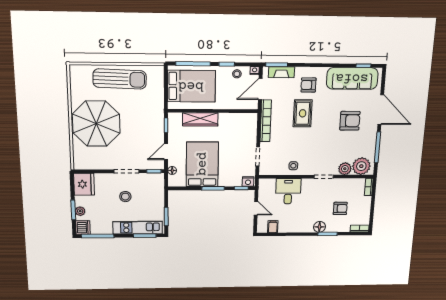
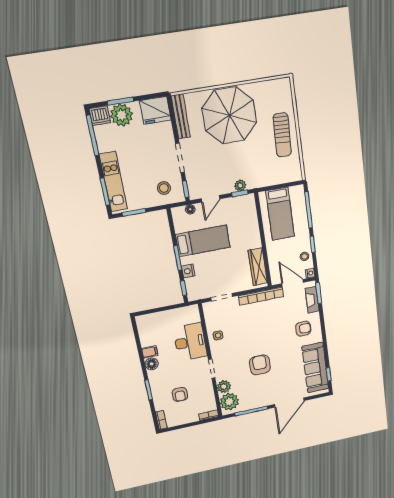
sun lounger: (120, 79) -> (282, 135), width x0.73, depth x0.75
armchair: (308, 85) -> (303, 329), turned 90
bed: (191, 86) -> (280, 214), width x0.67
rug: (303, 113) -> (274, 330), removed
wardrobe: (200, 119) -> (258, 267), moved
armchair: (350, 121) -> (260, 365), moved, turned 180
plant: (159, 124) -> (240, 185), added
door: (166, 152) -> (211, 199), swing flipped
bed: (202, 164) -> (203, 241), width x0.67
bench: (92, 165) -> (181, 116), added
nightstand: (248, 182) -> (188, 271), moved
desk: (288, 191) -> (190, 342), width x1.37
stool: (125, 197) -> (164, 188), moved
door: (256, 208) -> (163, 309), removed
plant: (80, 211) -> (122, 115), width x1.87, depth x1.87
filing cabinet: (273, 227) -> (150, 352), moved
floor lamp: (319, 227) -> (152, 364), moved

